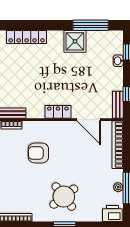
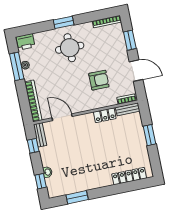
window: (91, 25) -> (77, 197), width x0.69
shower: (75, 41) -> (87, 181), removed
locker: (58, 112) -> (105, 115), moved
round table: (64, 197) -> (70, 48), turned 38

